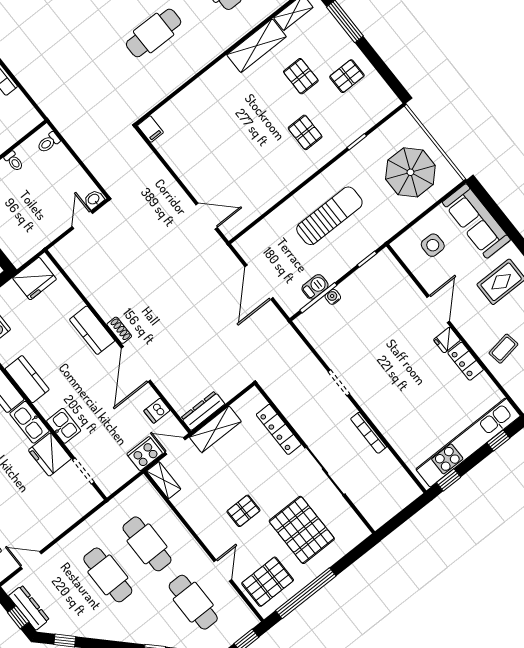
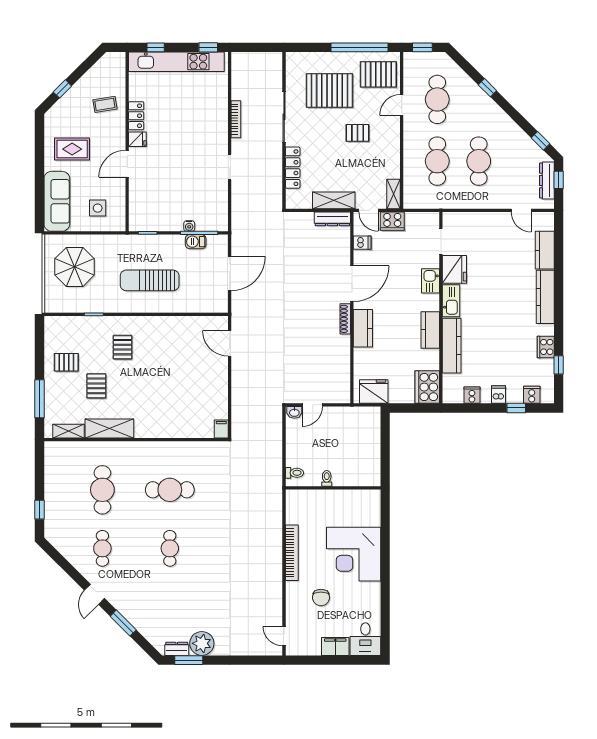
shoe rack: (119, 330) -> (345, 319), width x1.43
pallet: (302, 530) -> (329, 90), turned 90

